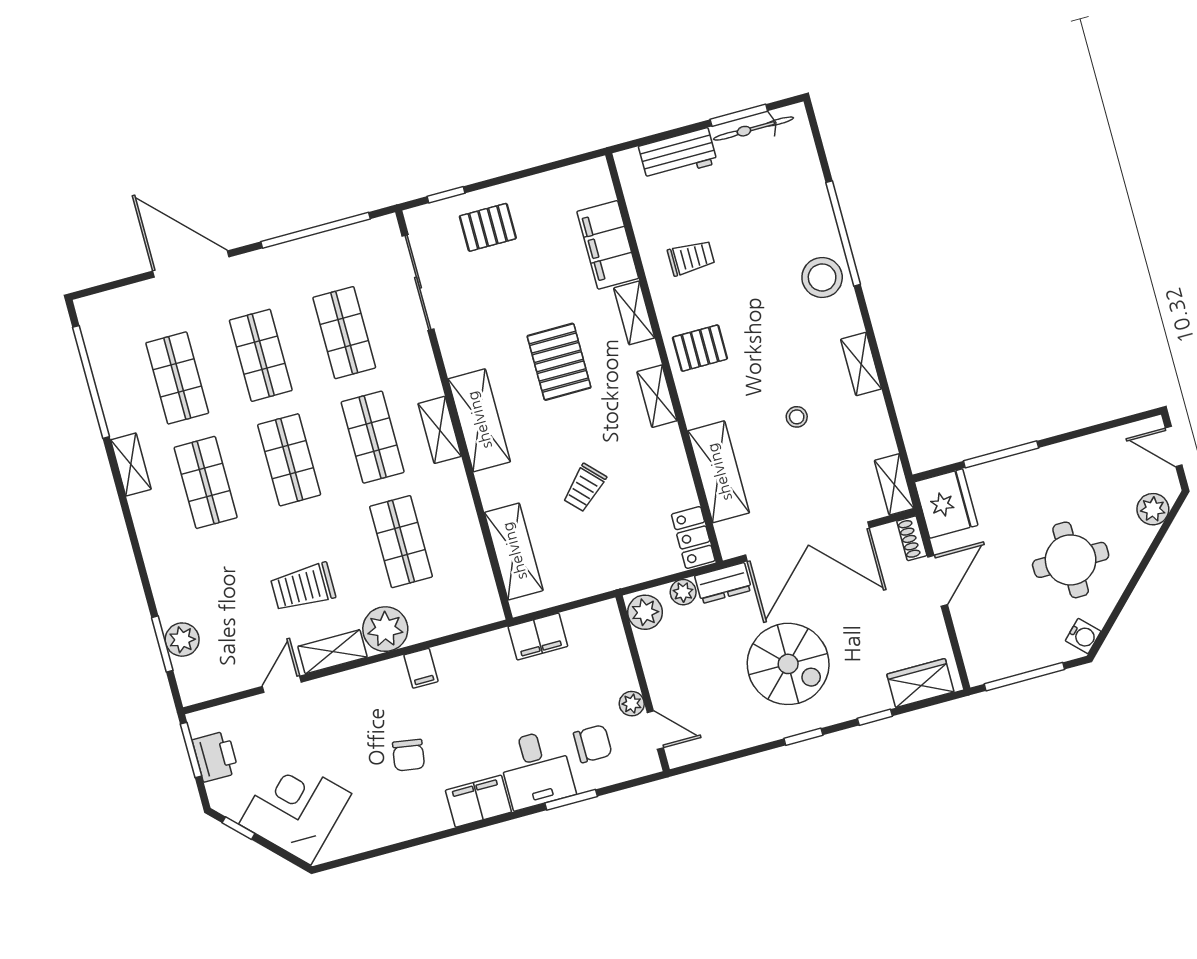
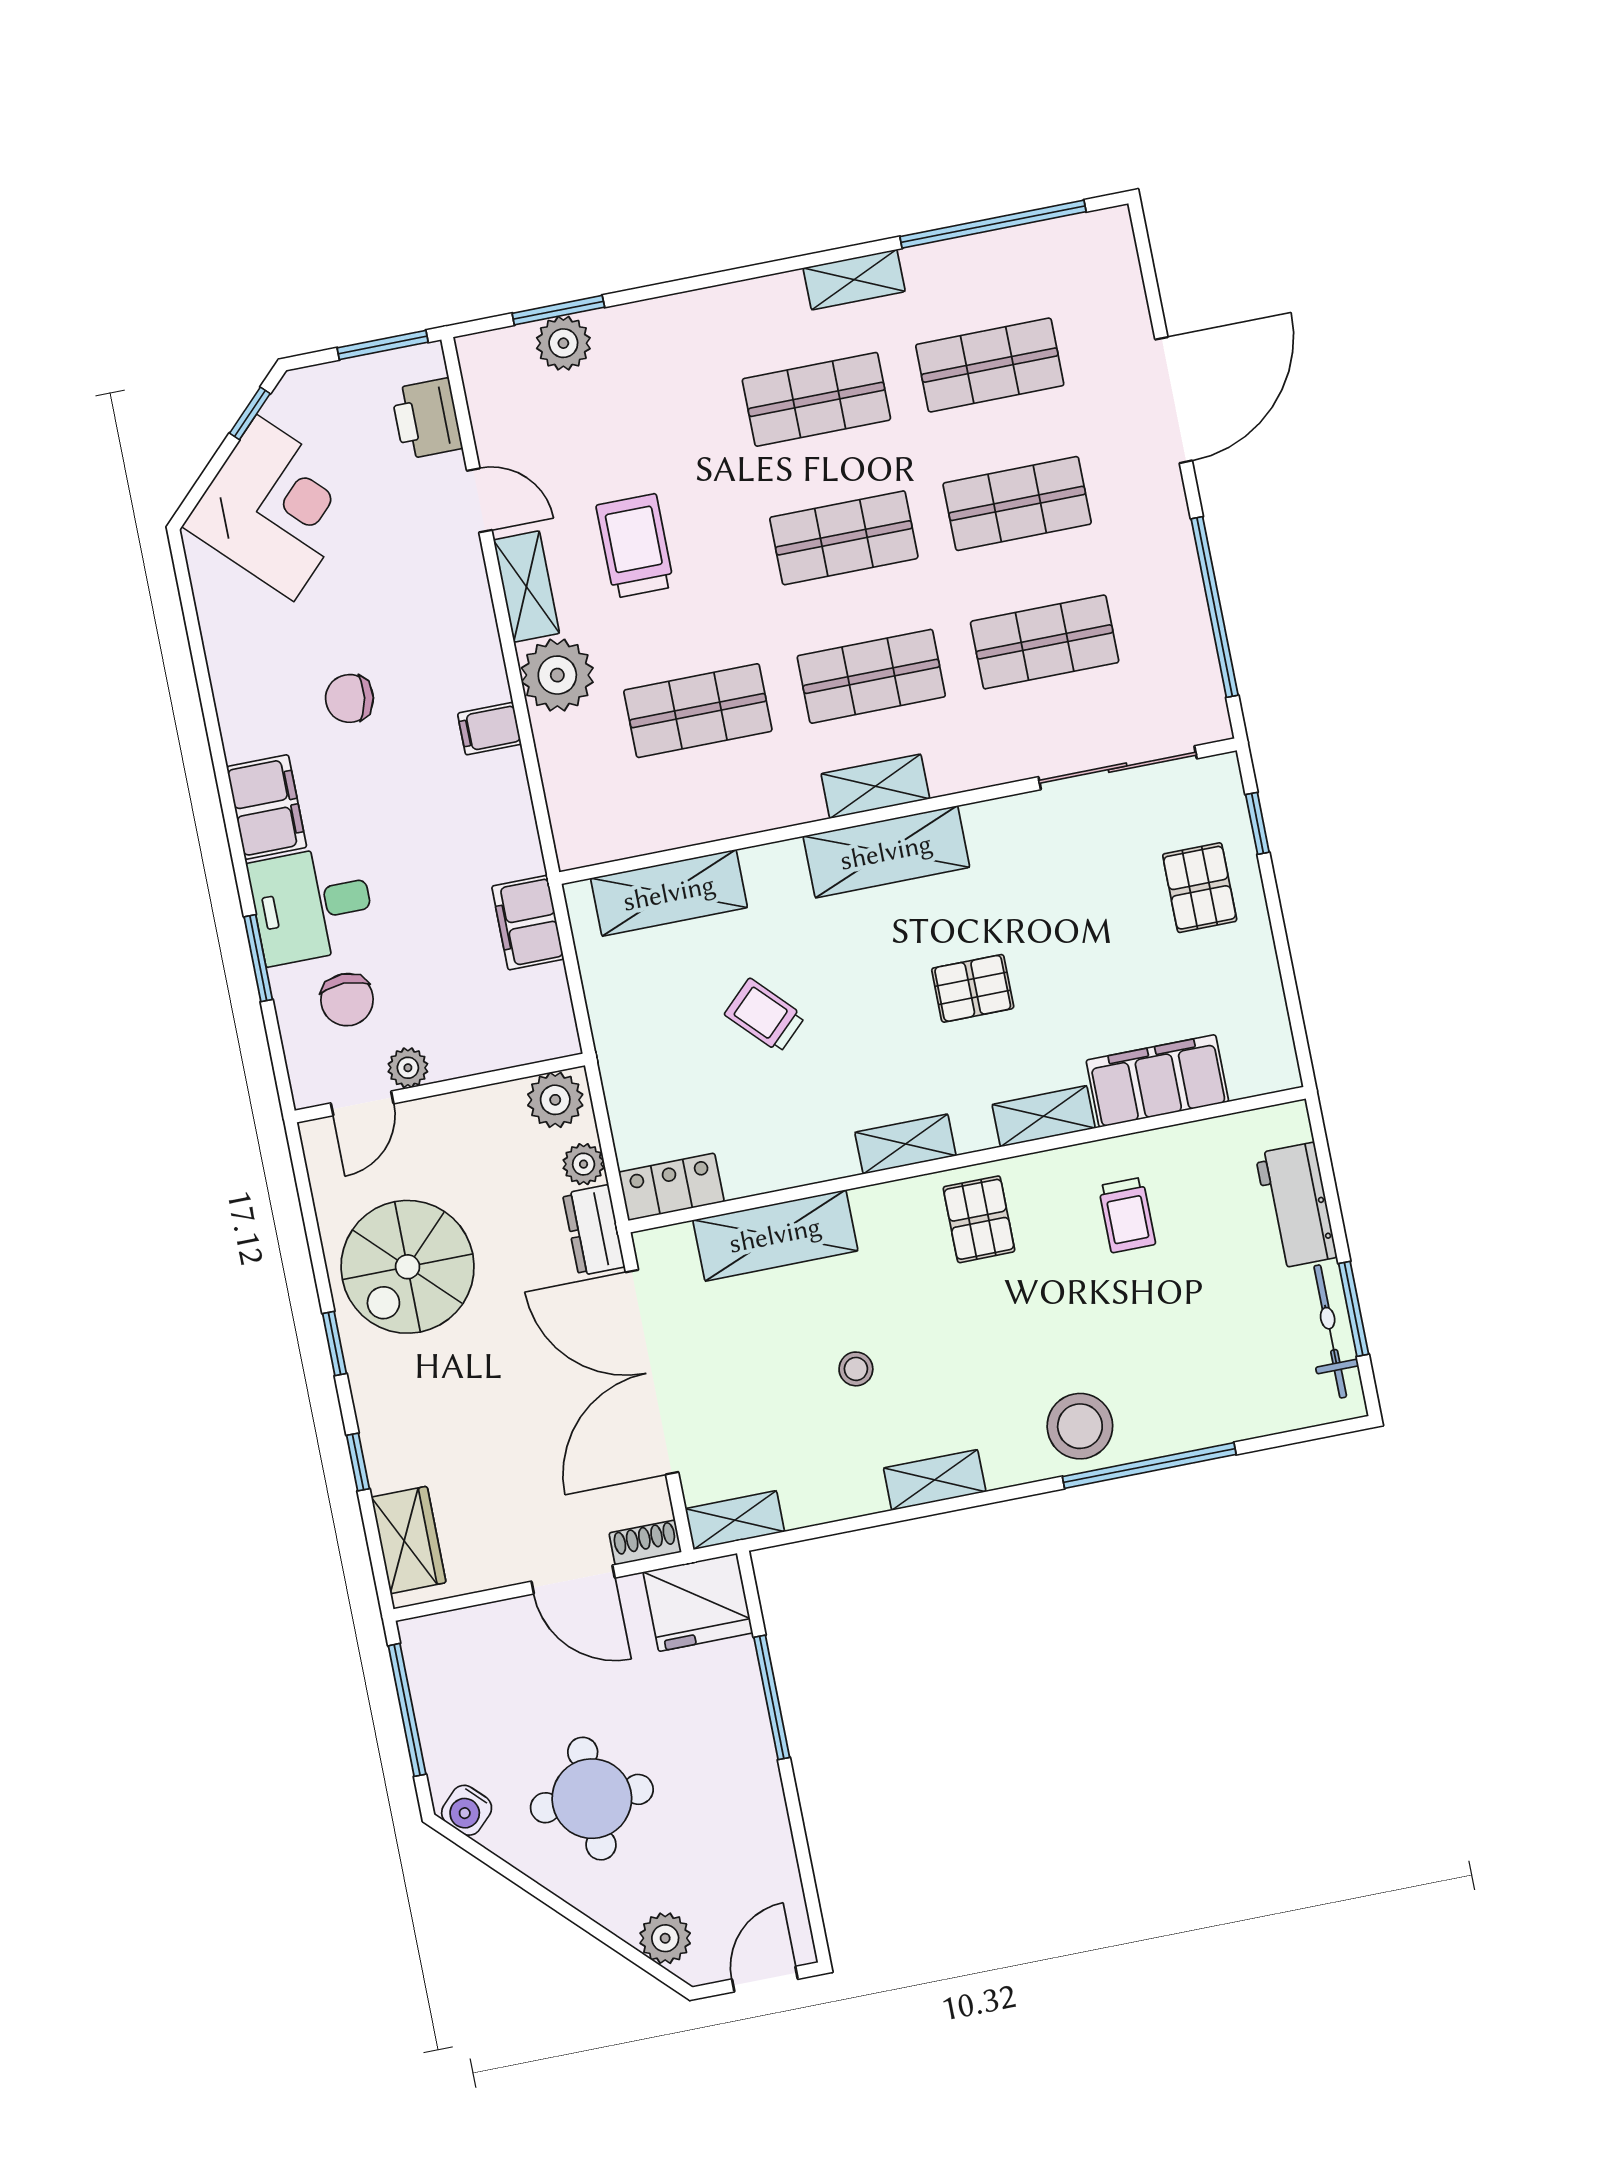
pallet: (559, 362) -> (973, 988), width x0.67, depth x0.71
spiral stairs: (788, 664) -> (408, 1267), moved
printer: (215, 756) -> (427, 419), moved, turned 90

